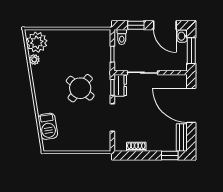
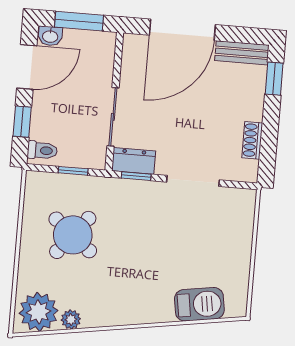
round table: (80, 88) -> (73, 235), moved

